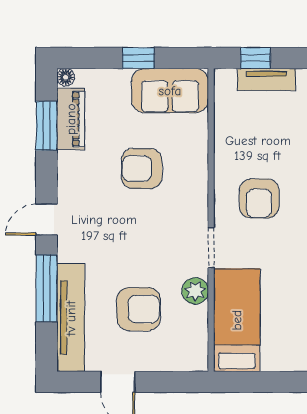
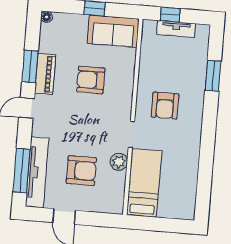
piano: (71, 119) -> (45, 74), moved
window: (47, 126) -> (30, 67), moved
window: (47, 288) -> (21, 171), moved

